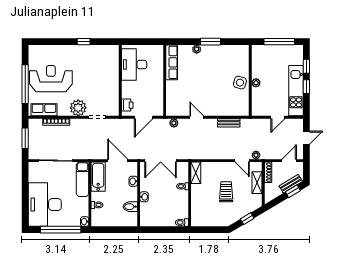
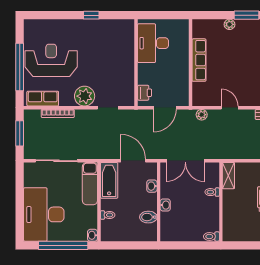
row of seats: (172, 62) -> (199, 60), moved

